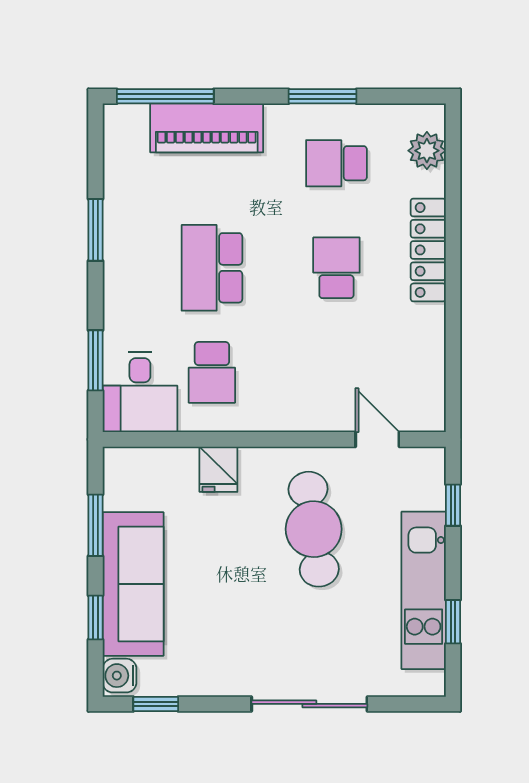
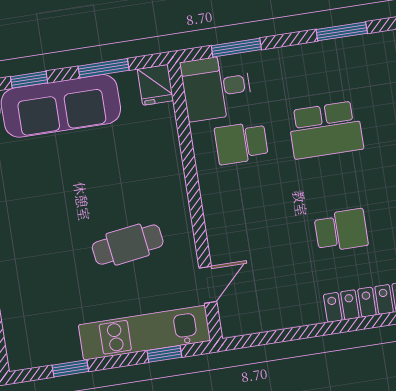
school desk: (212, 268) -> (326, 130), turned 180
fridge: (218, 469) -> (155, 85), moved, turned -90
cafe table: (314, 529) -> (128, 245), width x0.73, depth x0.74
kitchen unit: (424, 590) -> (144, 333), moved

